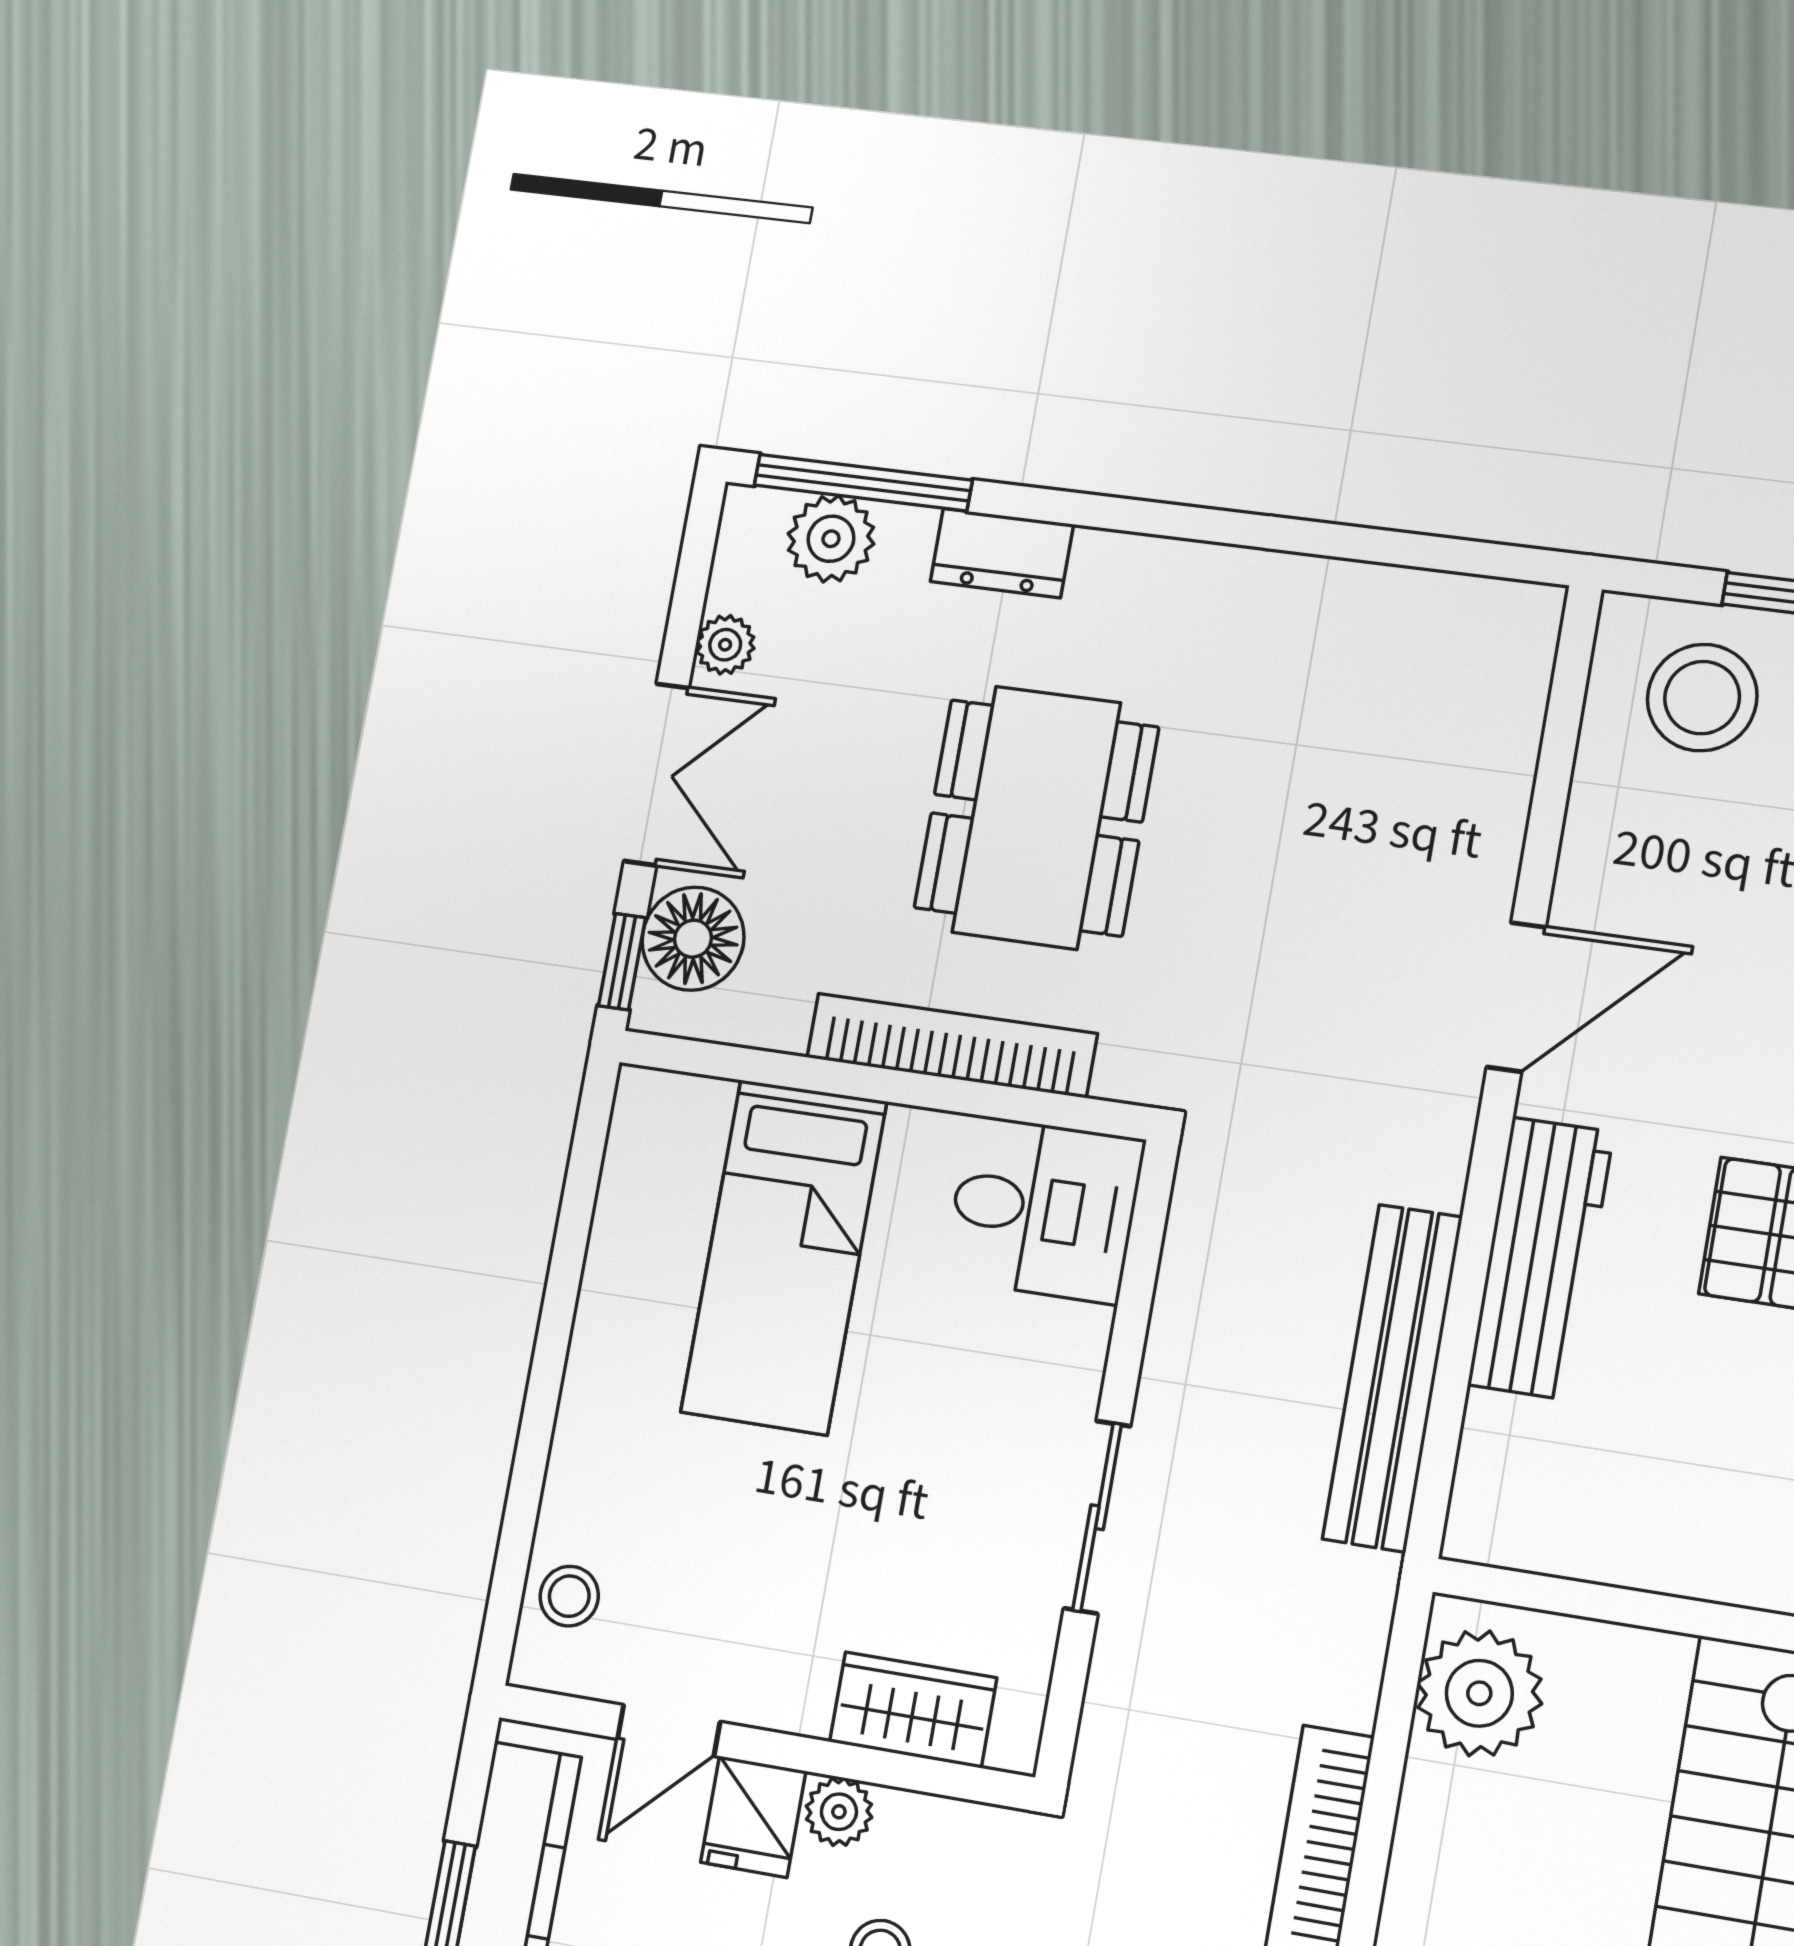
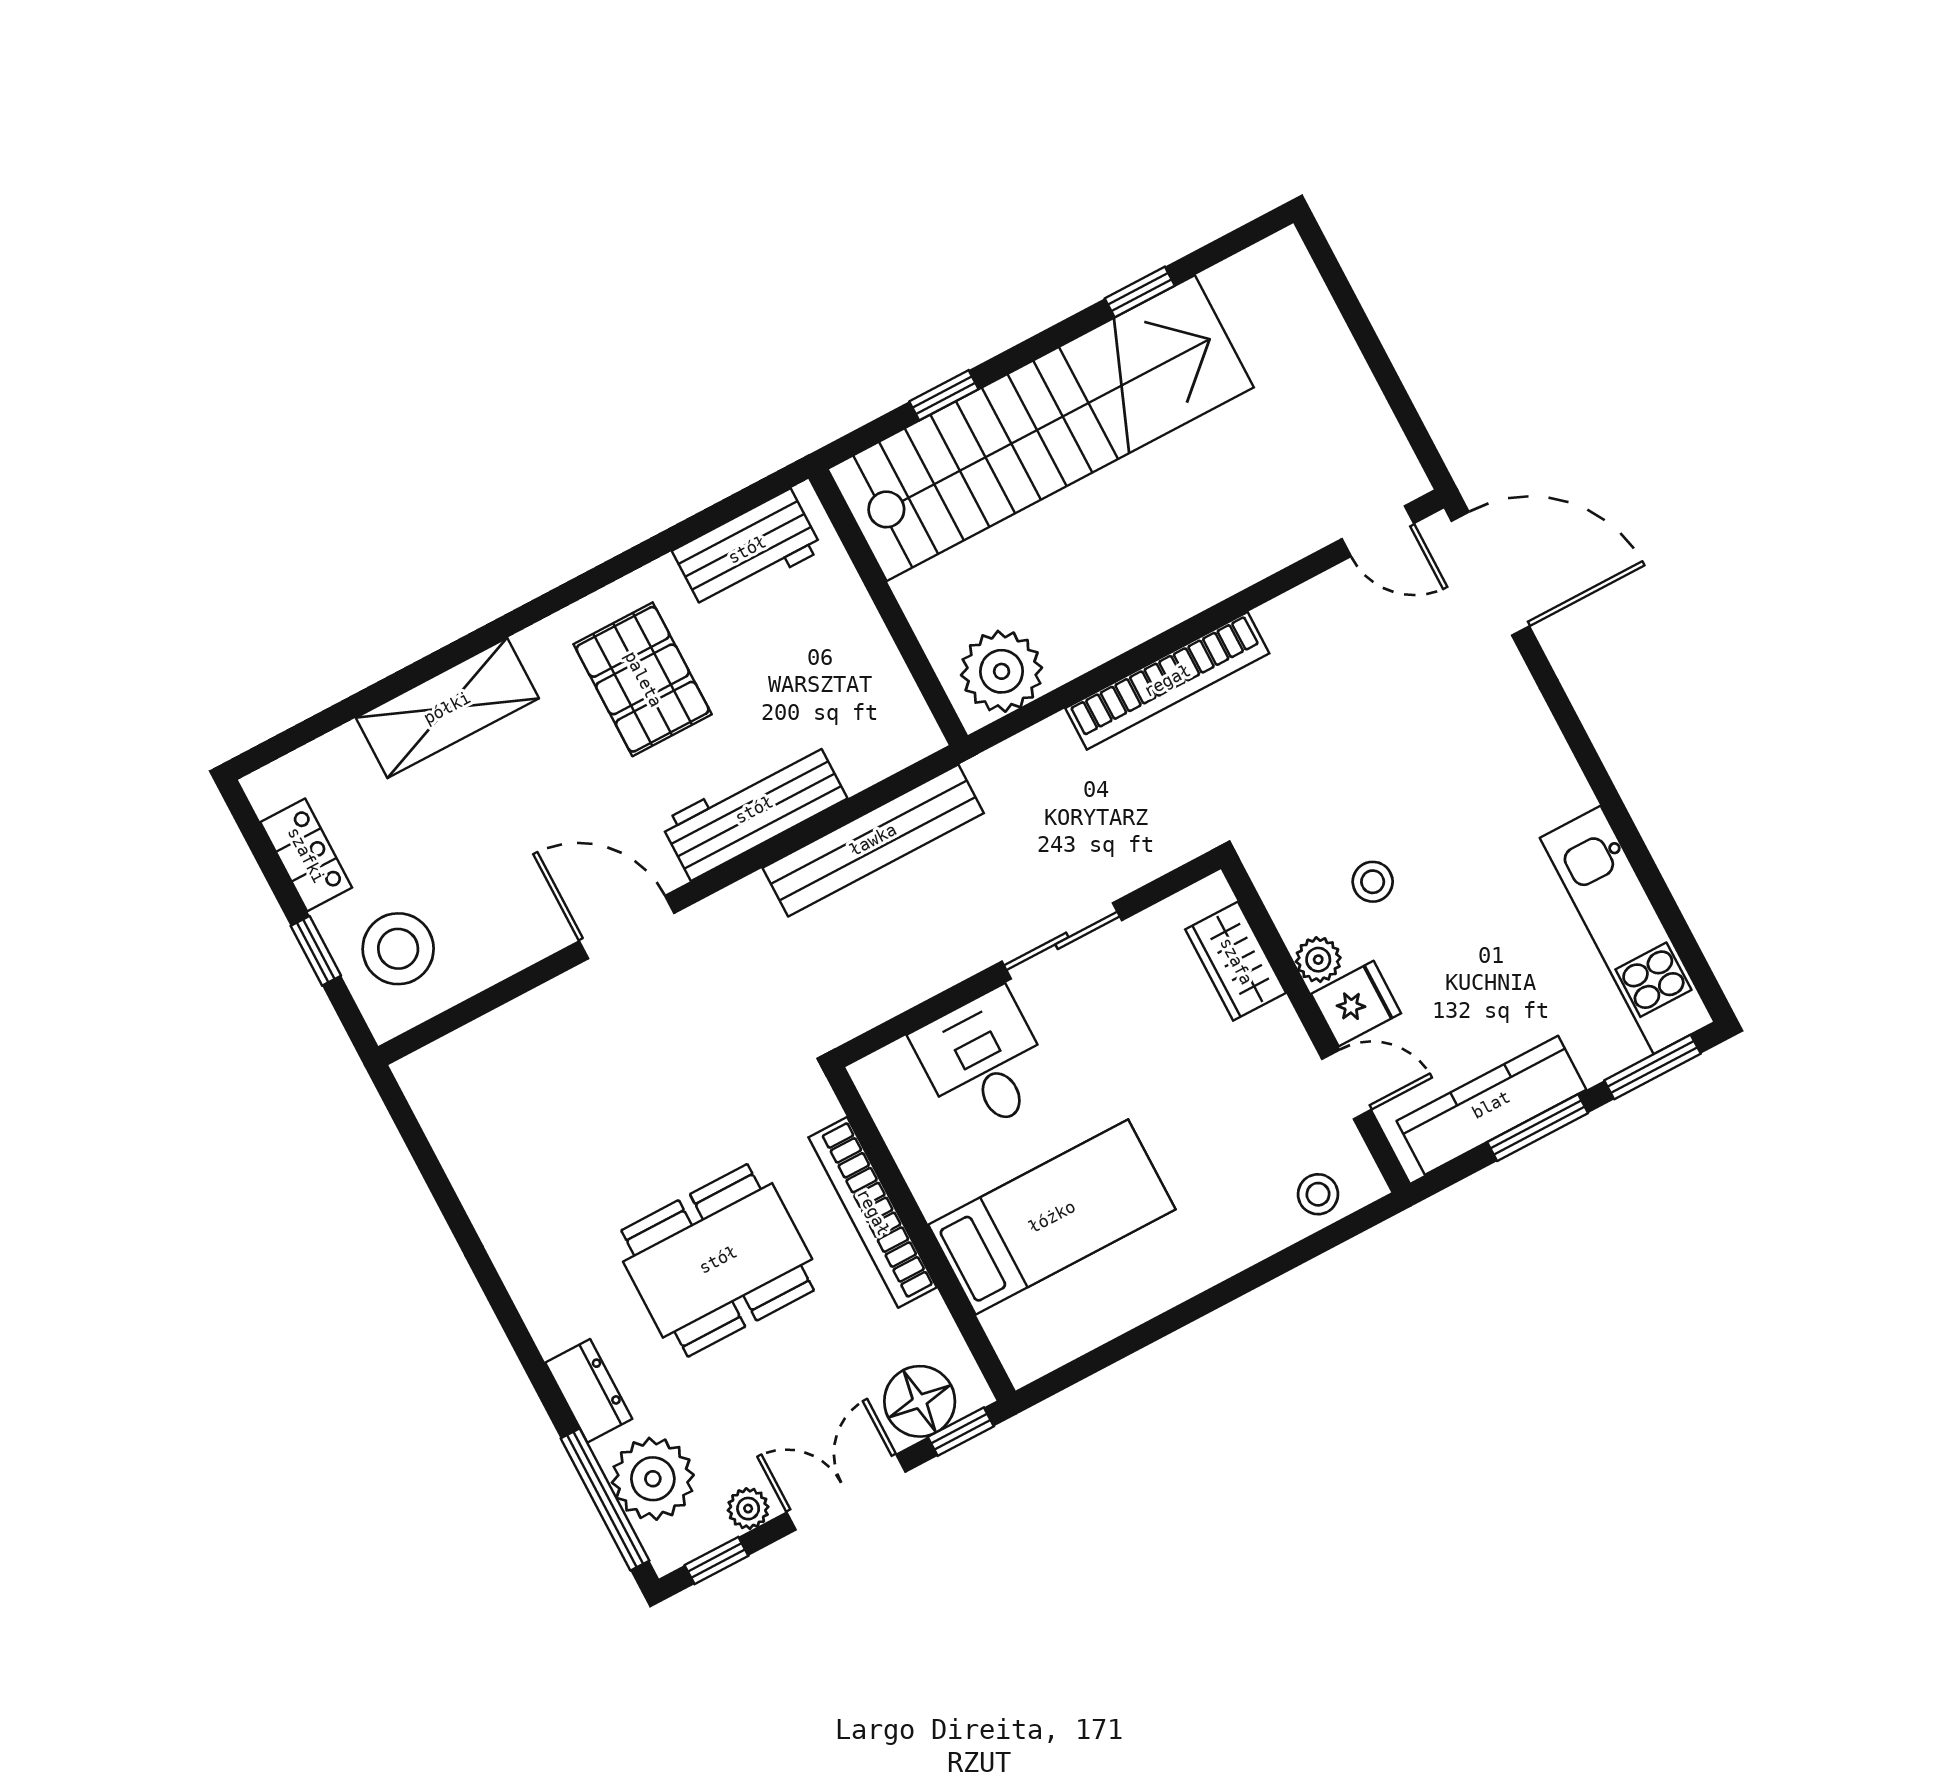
plant: (831, 539) -> (653, 1479), width x1.36, depth x1.36
window: (695, 564) -> (716, 1560), added
desk: (1044, 1209) -> (984, 1062), moved

